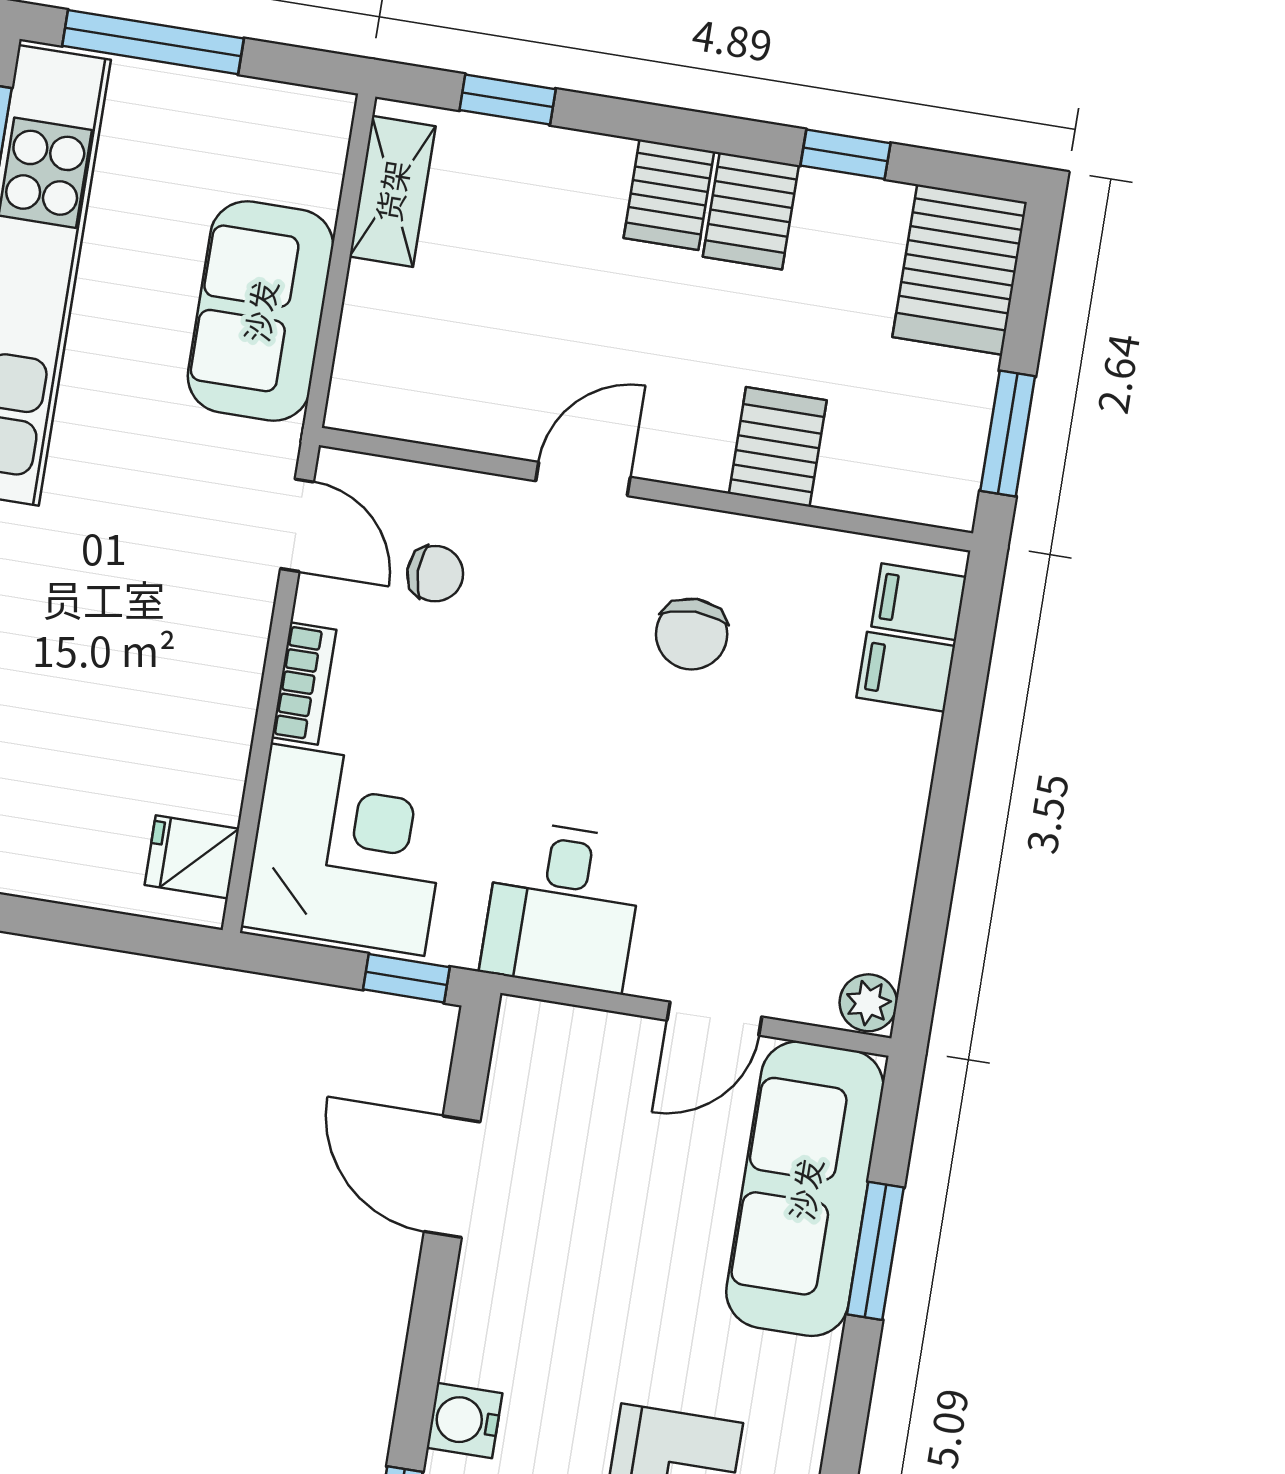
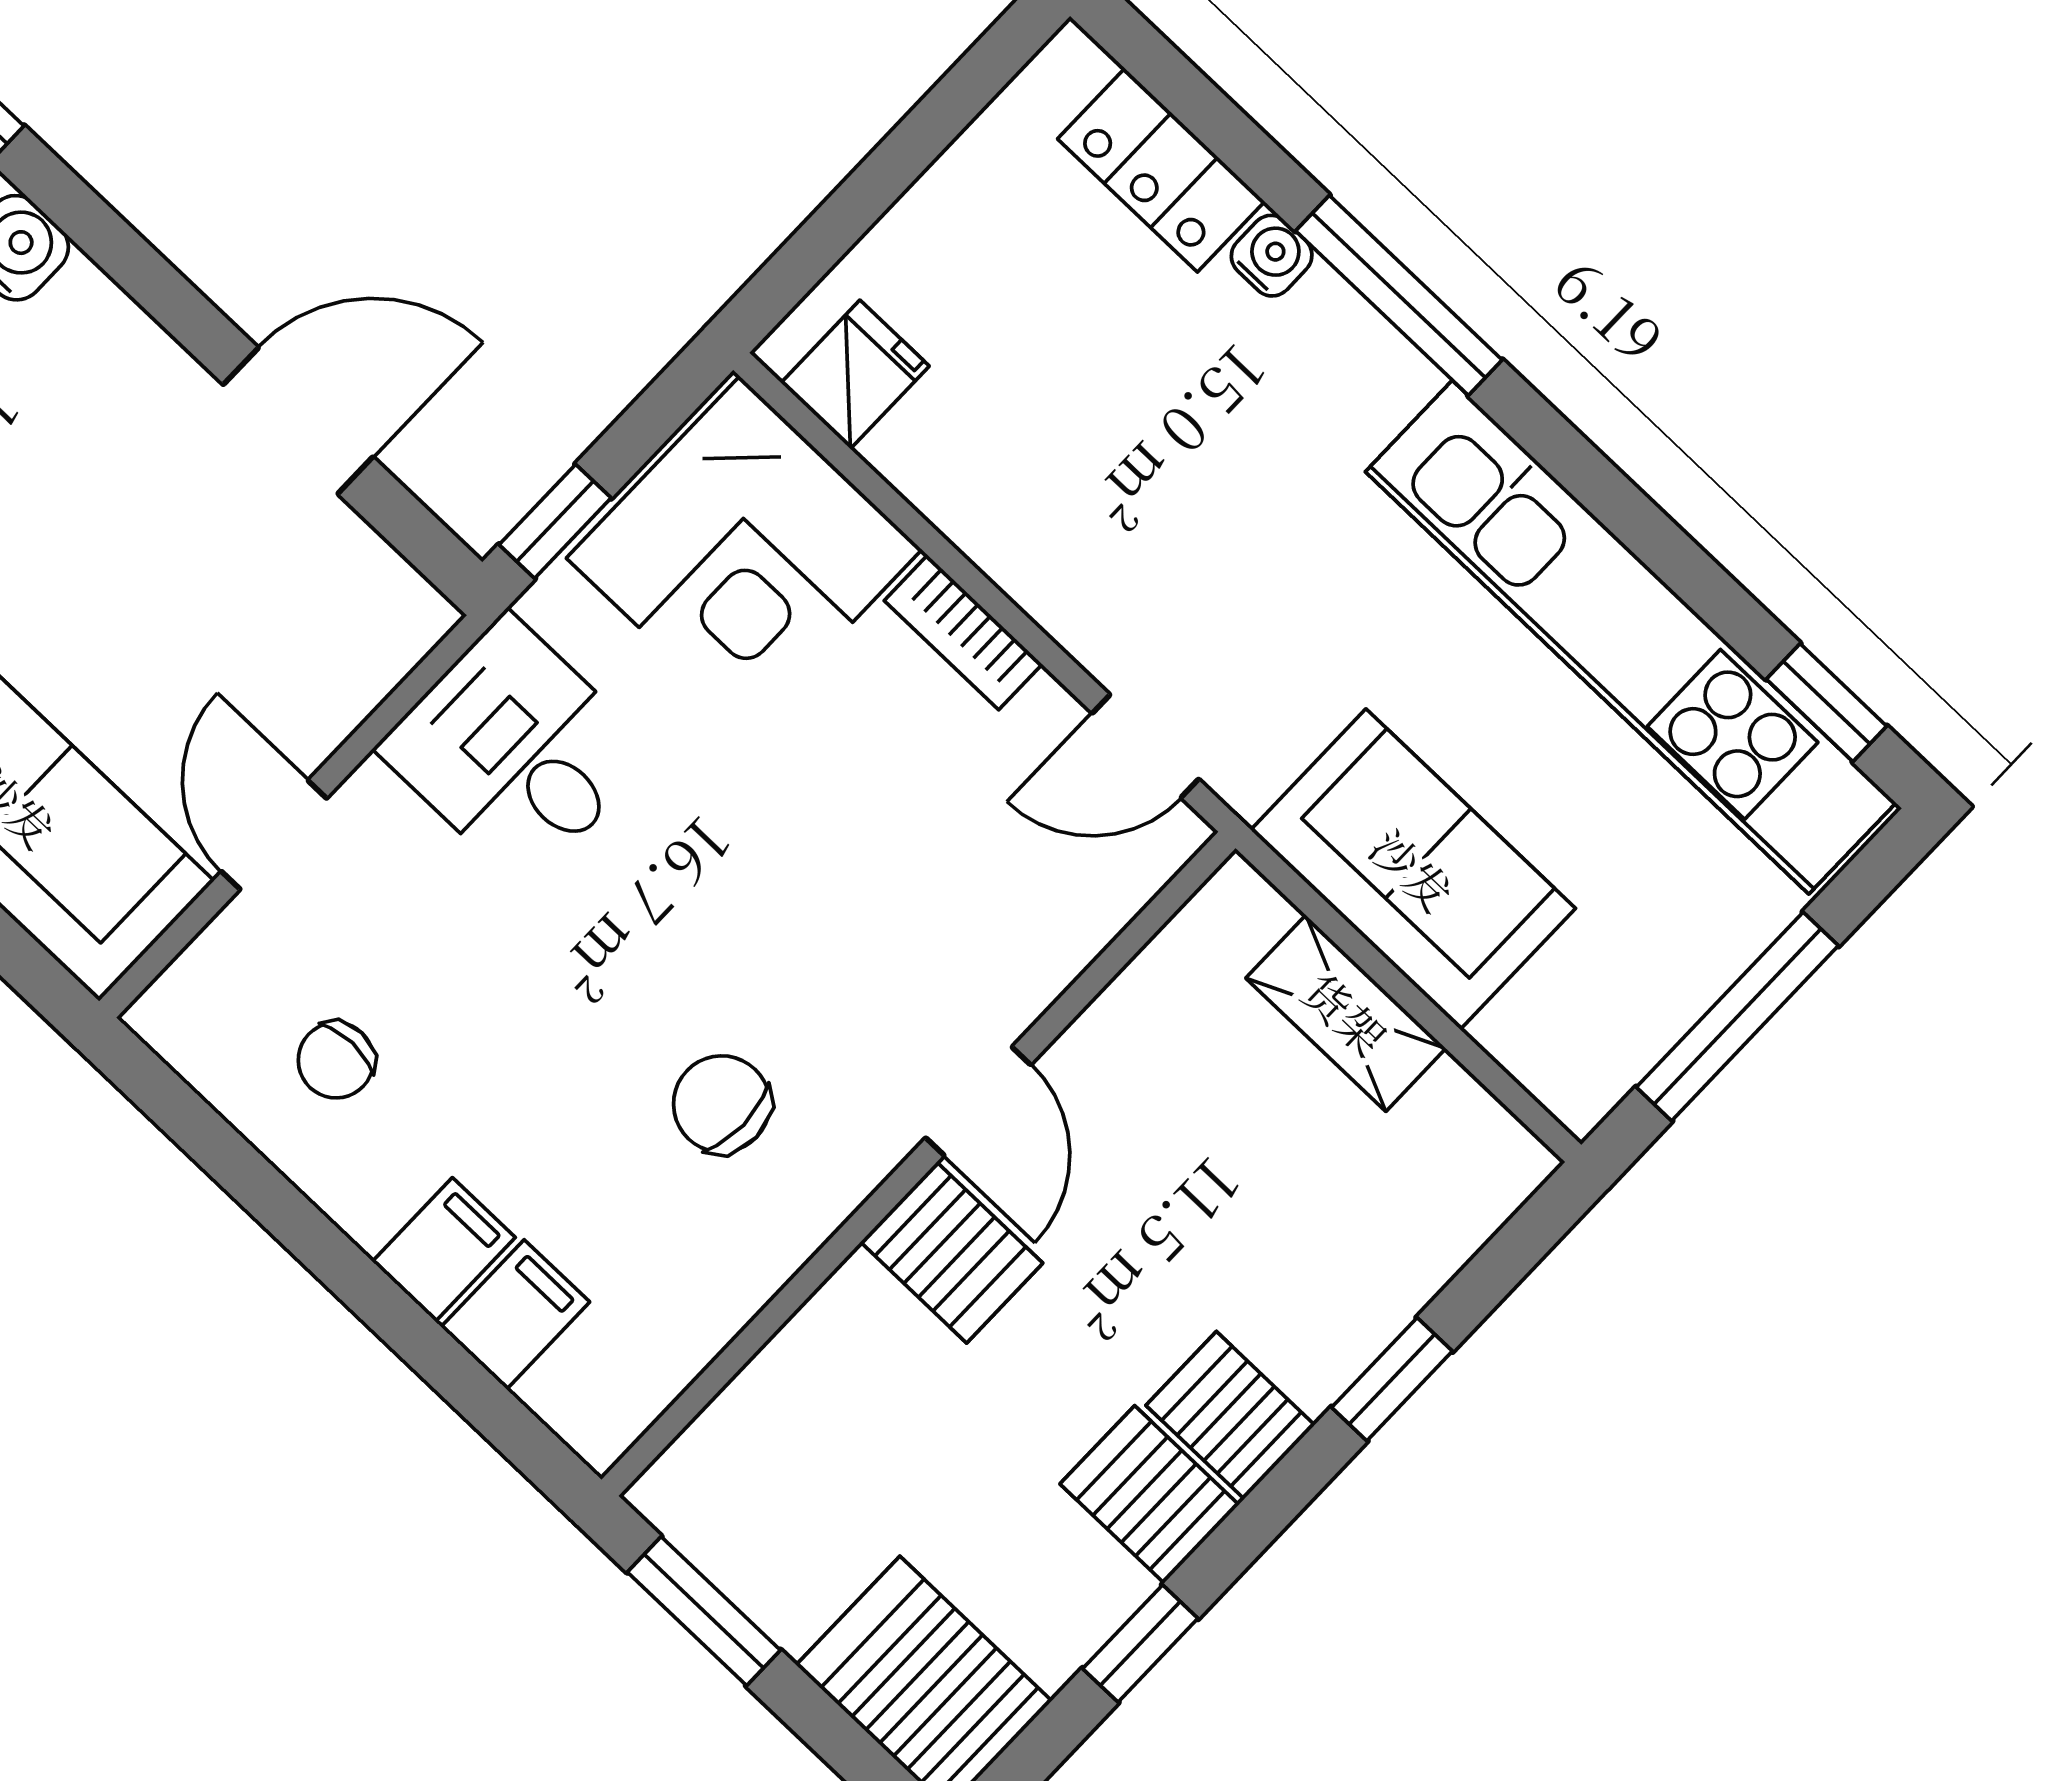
window: (153, 42) -> (1737, 1016), moved
window: (508, 100) -> (1392, 1379), moved
shelving: (392, 191) -> (1346, 1013), moved
server rack: (778, 447) -> (952, 1253), moved
chair: (435, 574) -> (336, 1060), moved
filing cabinet: (919, 602) -> (444, 1249), moved
plant: (868, 1003) -> (174, 1019), removed

